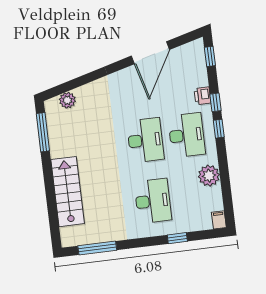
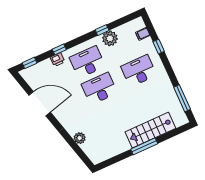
plant: (67, 100) -> (80, 138), moved
window: (219, 129) -> (102, 30), moved
window: (43, 132) -> (144, 146), moved
filing cabinet: (219, 220) -> (143, 34), moved

